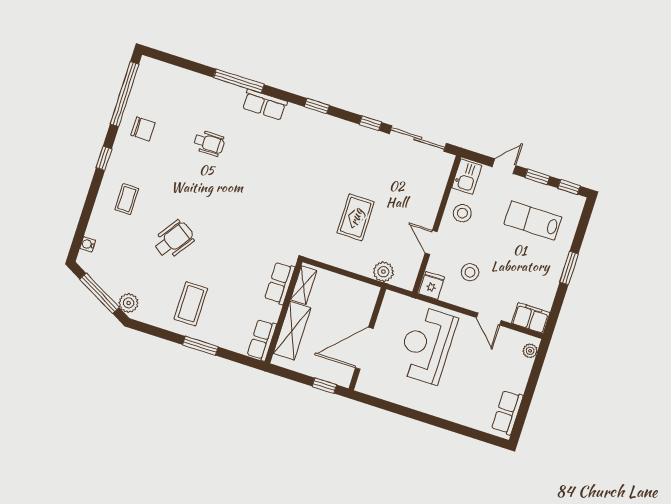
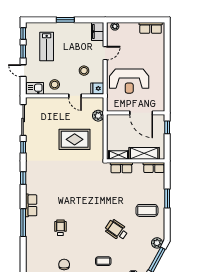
rug: (356, 217) -> (75, 139), width x1.36, depth x1.43
door: (431, 242) -> (75, 96), hinge flipped

